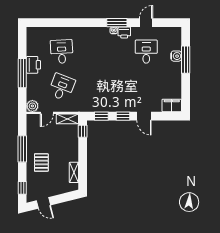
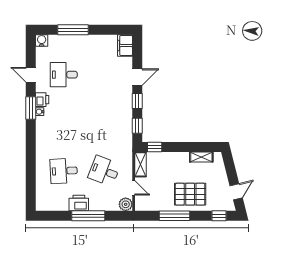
water cooler: (176, 56) -> (42, 40), moved
pallet: (41, 163) -> (190, 194), width x1.50, depth x1.42

